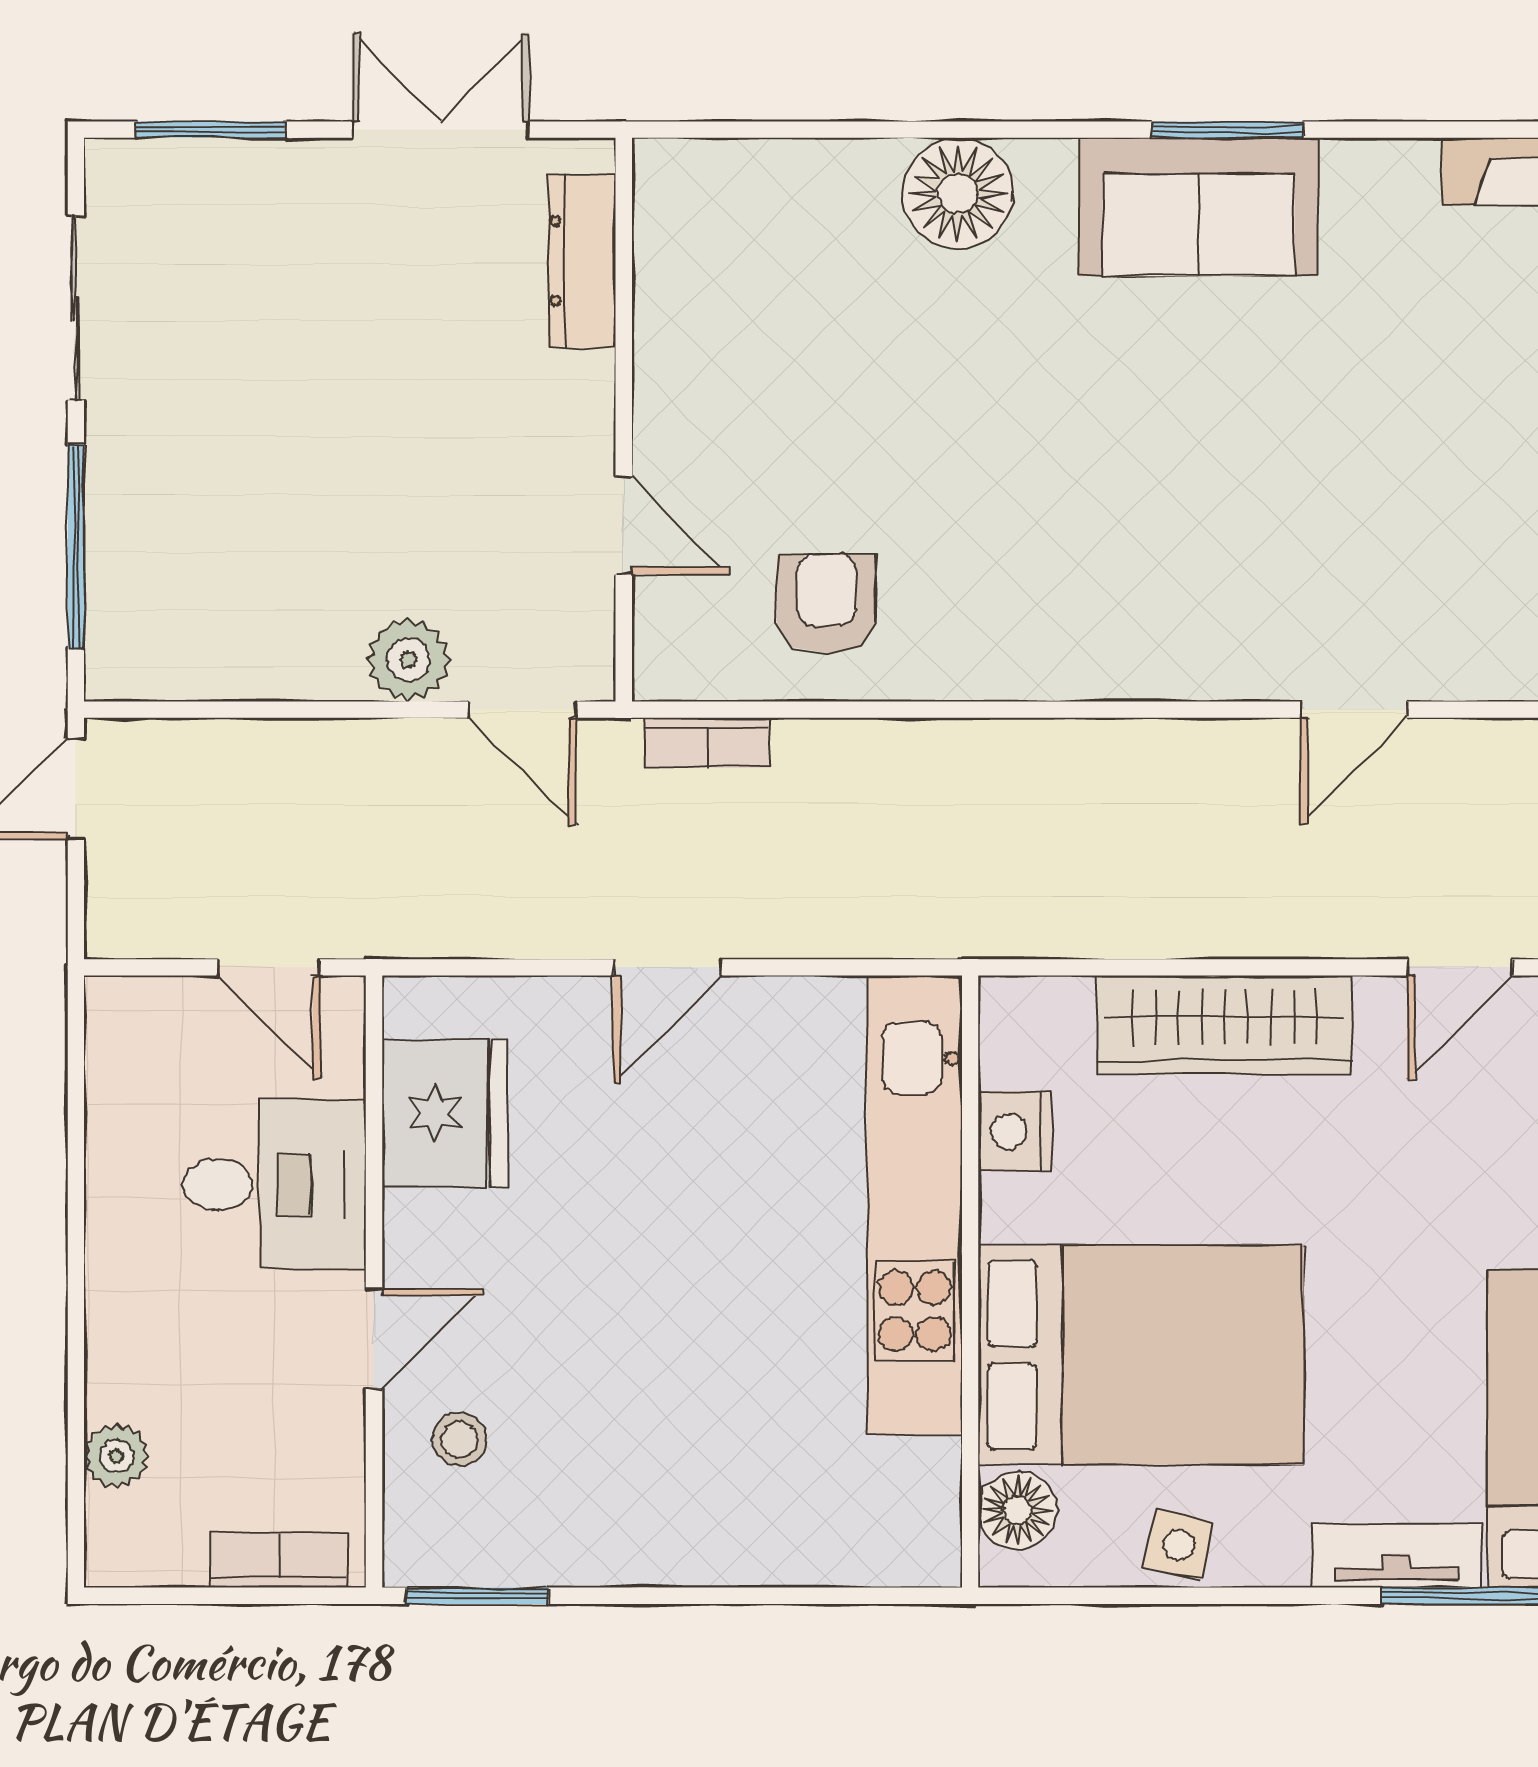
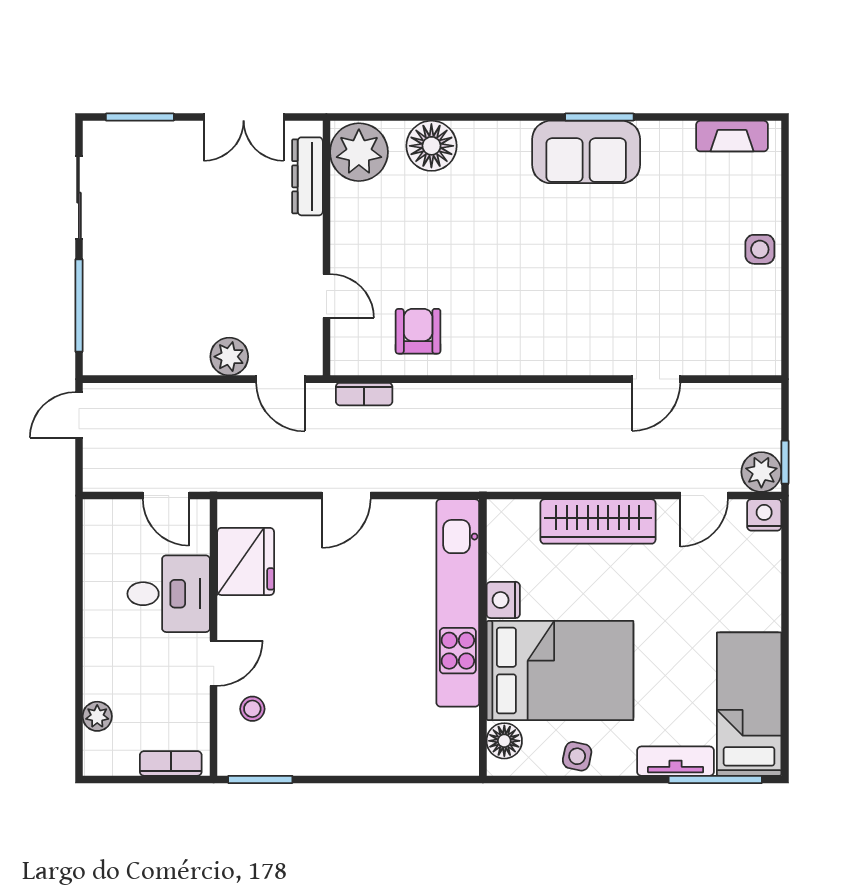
double door: (441, 130) -> (244, 117), swing flipped
floor lamp: (958, 193) -> (431, 146), moved
plant: (696, 207) -> (359, 152), added
nightstand: (1015, 1131) -> (503, 600), moved

